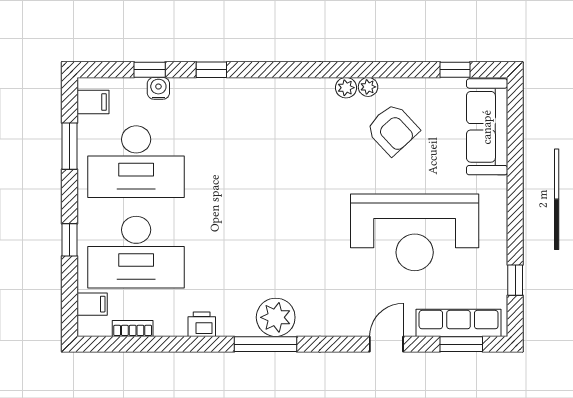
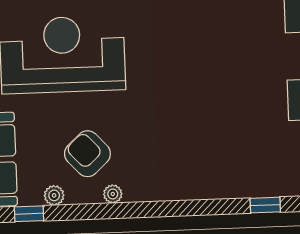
plant: (346, 88) -> (54, 195), moved

